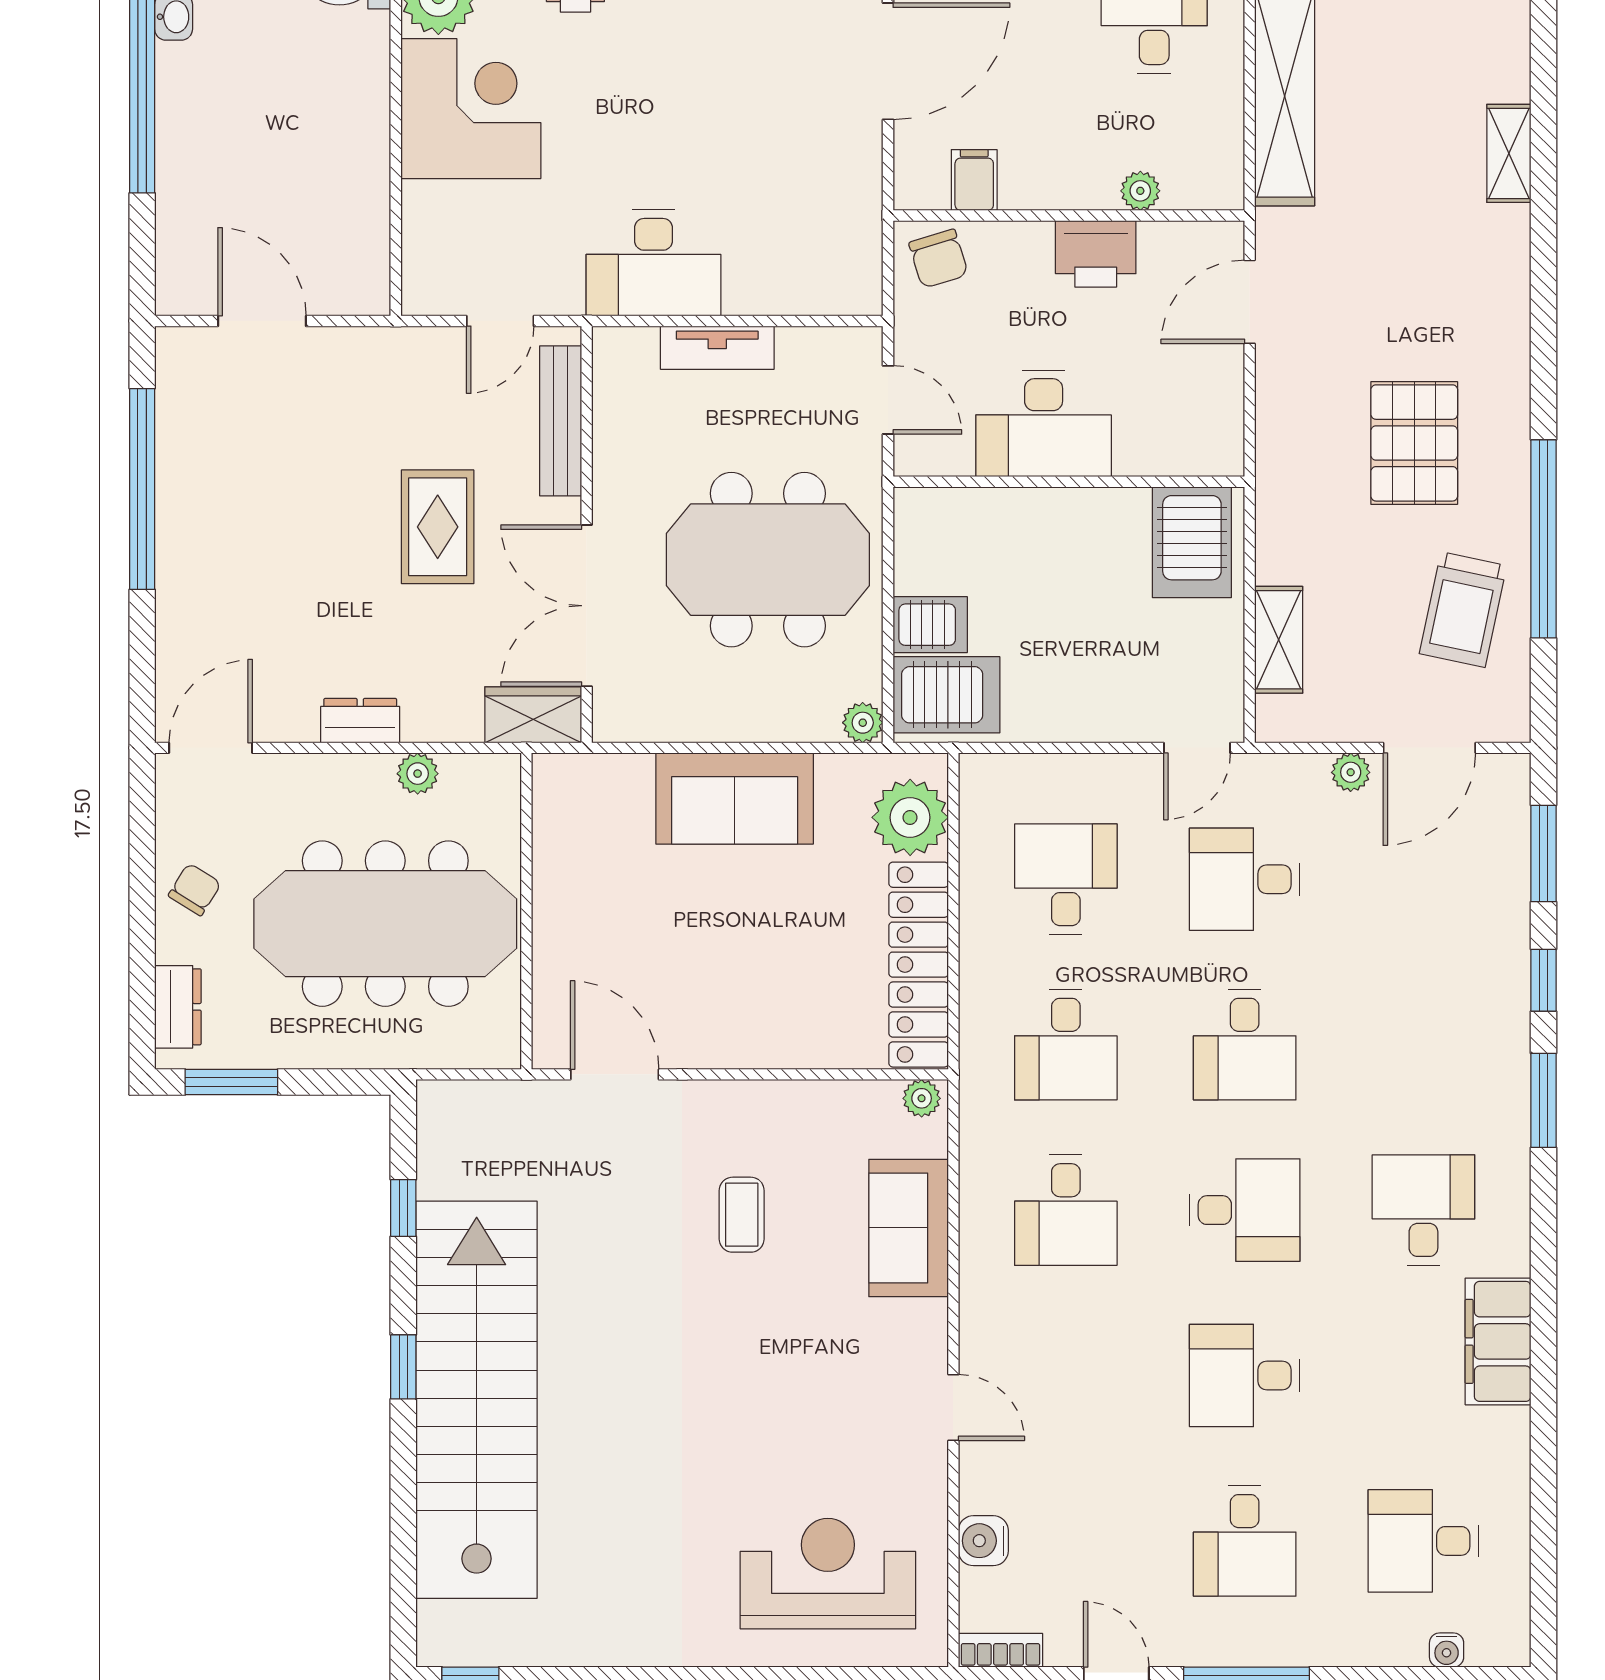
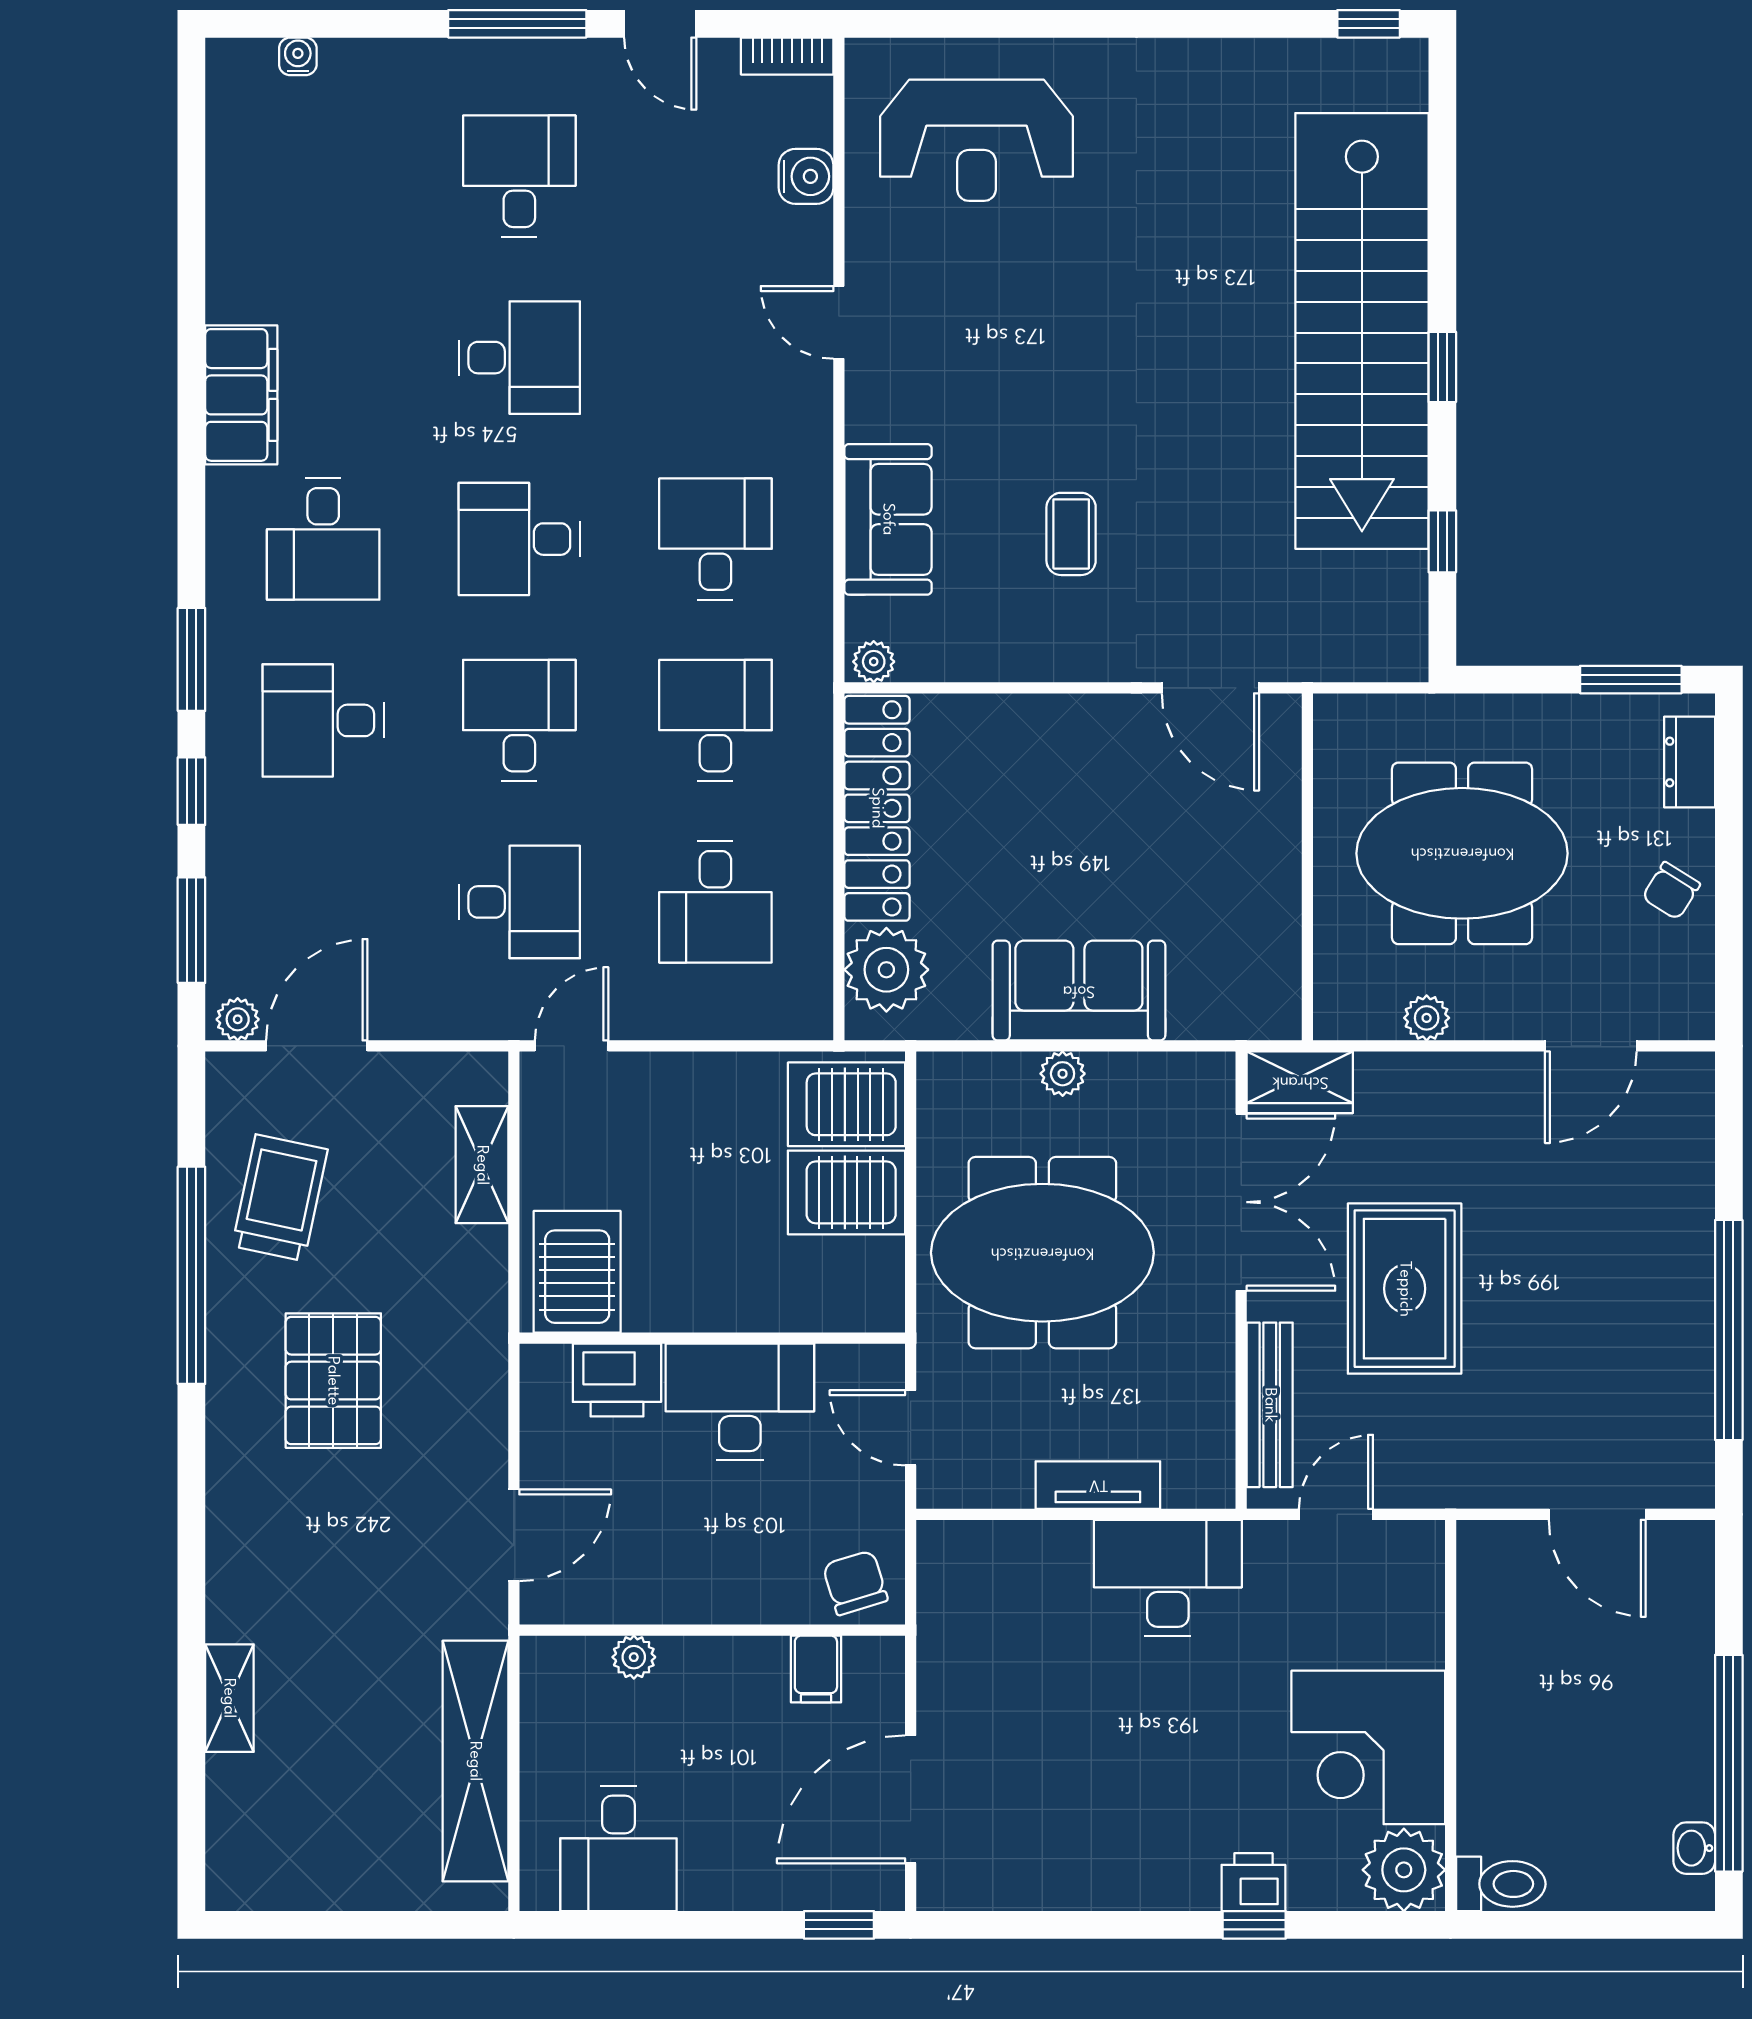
printer: (1096, 254) -> (617, 1380), moved, turned 180
rug: (438, 527) -> (1405, 1289), width x1.36, depth x1.43
server rack: (930, 625) -> (846, 1192), width x1.36, depth x1.44
dresser: (360, 721) -> (1490, 1076), removed
plant: (863, 723) -> (1063, 1074), moved
door: (211, 748) -> (1591, 1046), moved
plant: (1351, 772) -> (238, 1019), moved
meeting table: (385, 924) -> (1462, 853), width x0.73
desk: (1423, 1541) -> (323, 720), moved, turned 180

